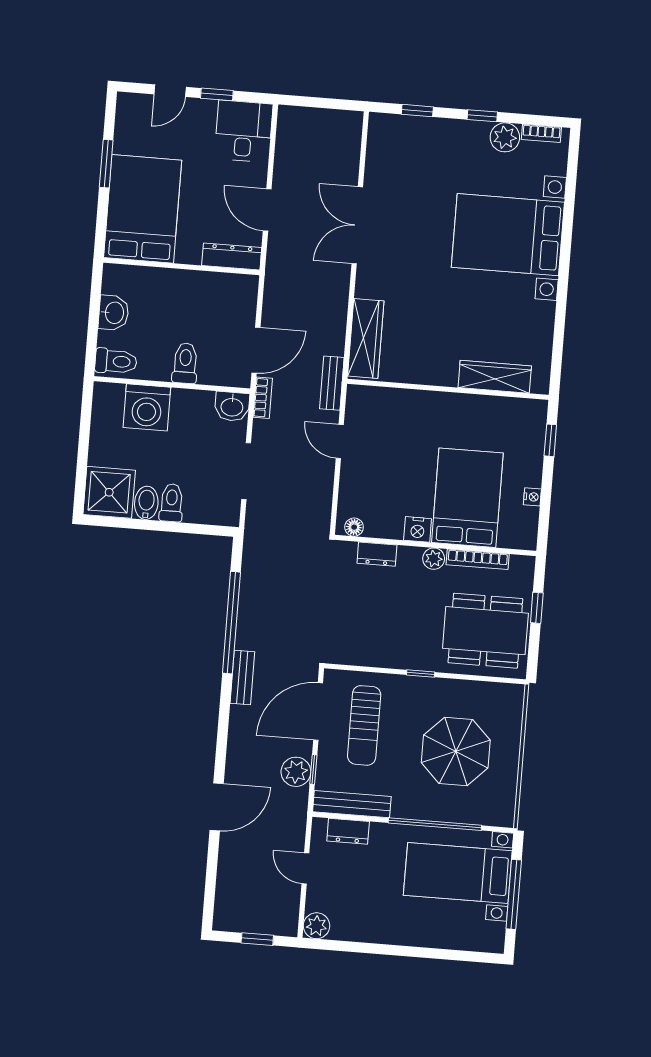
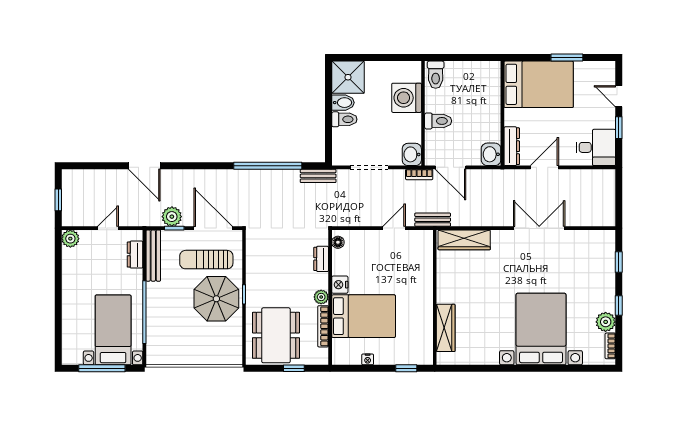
washbasin: (114, 313) -> (491, 154), moved, turned 90
bench: (242, 677) -> (318, 176), moved
parasol: (456, 751) -> (216, 299), moved

